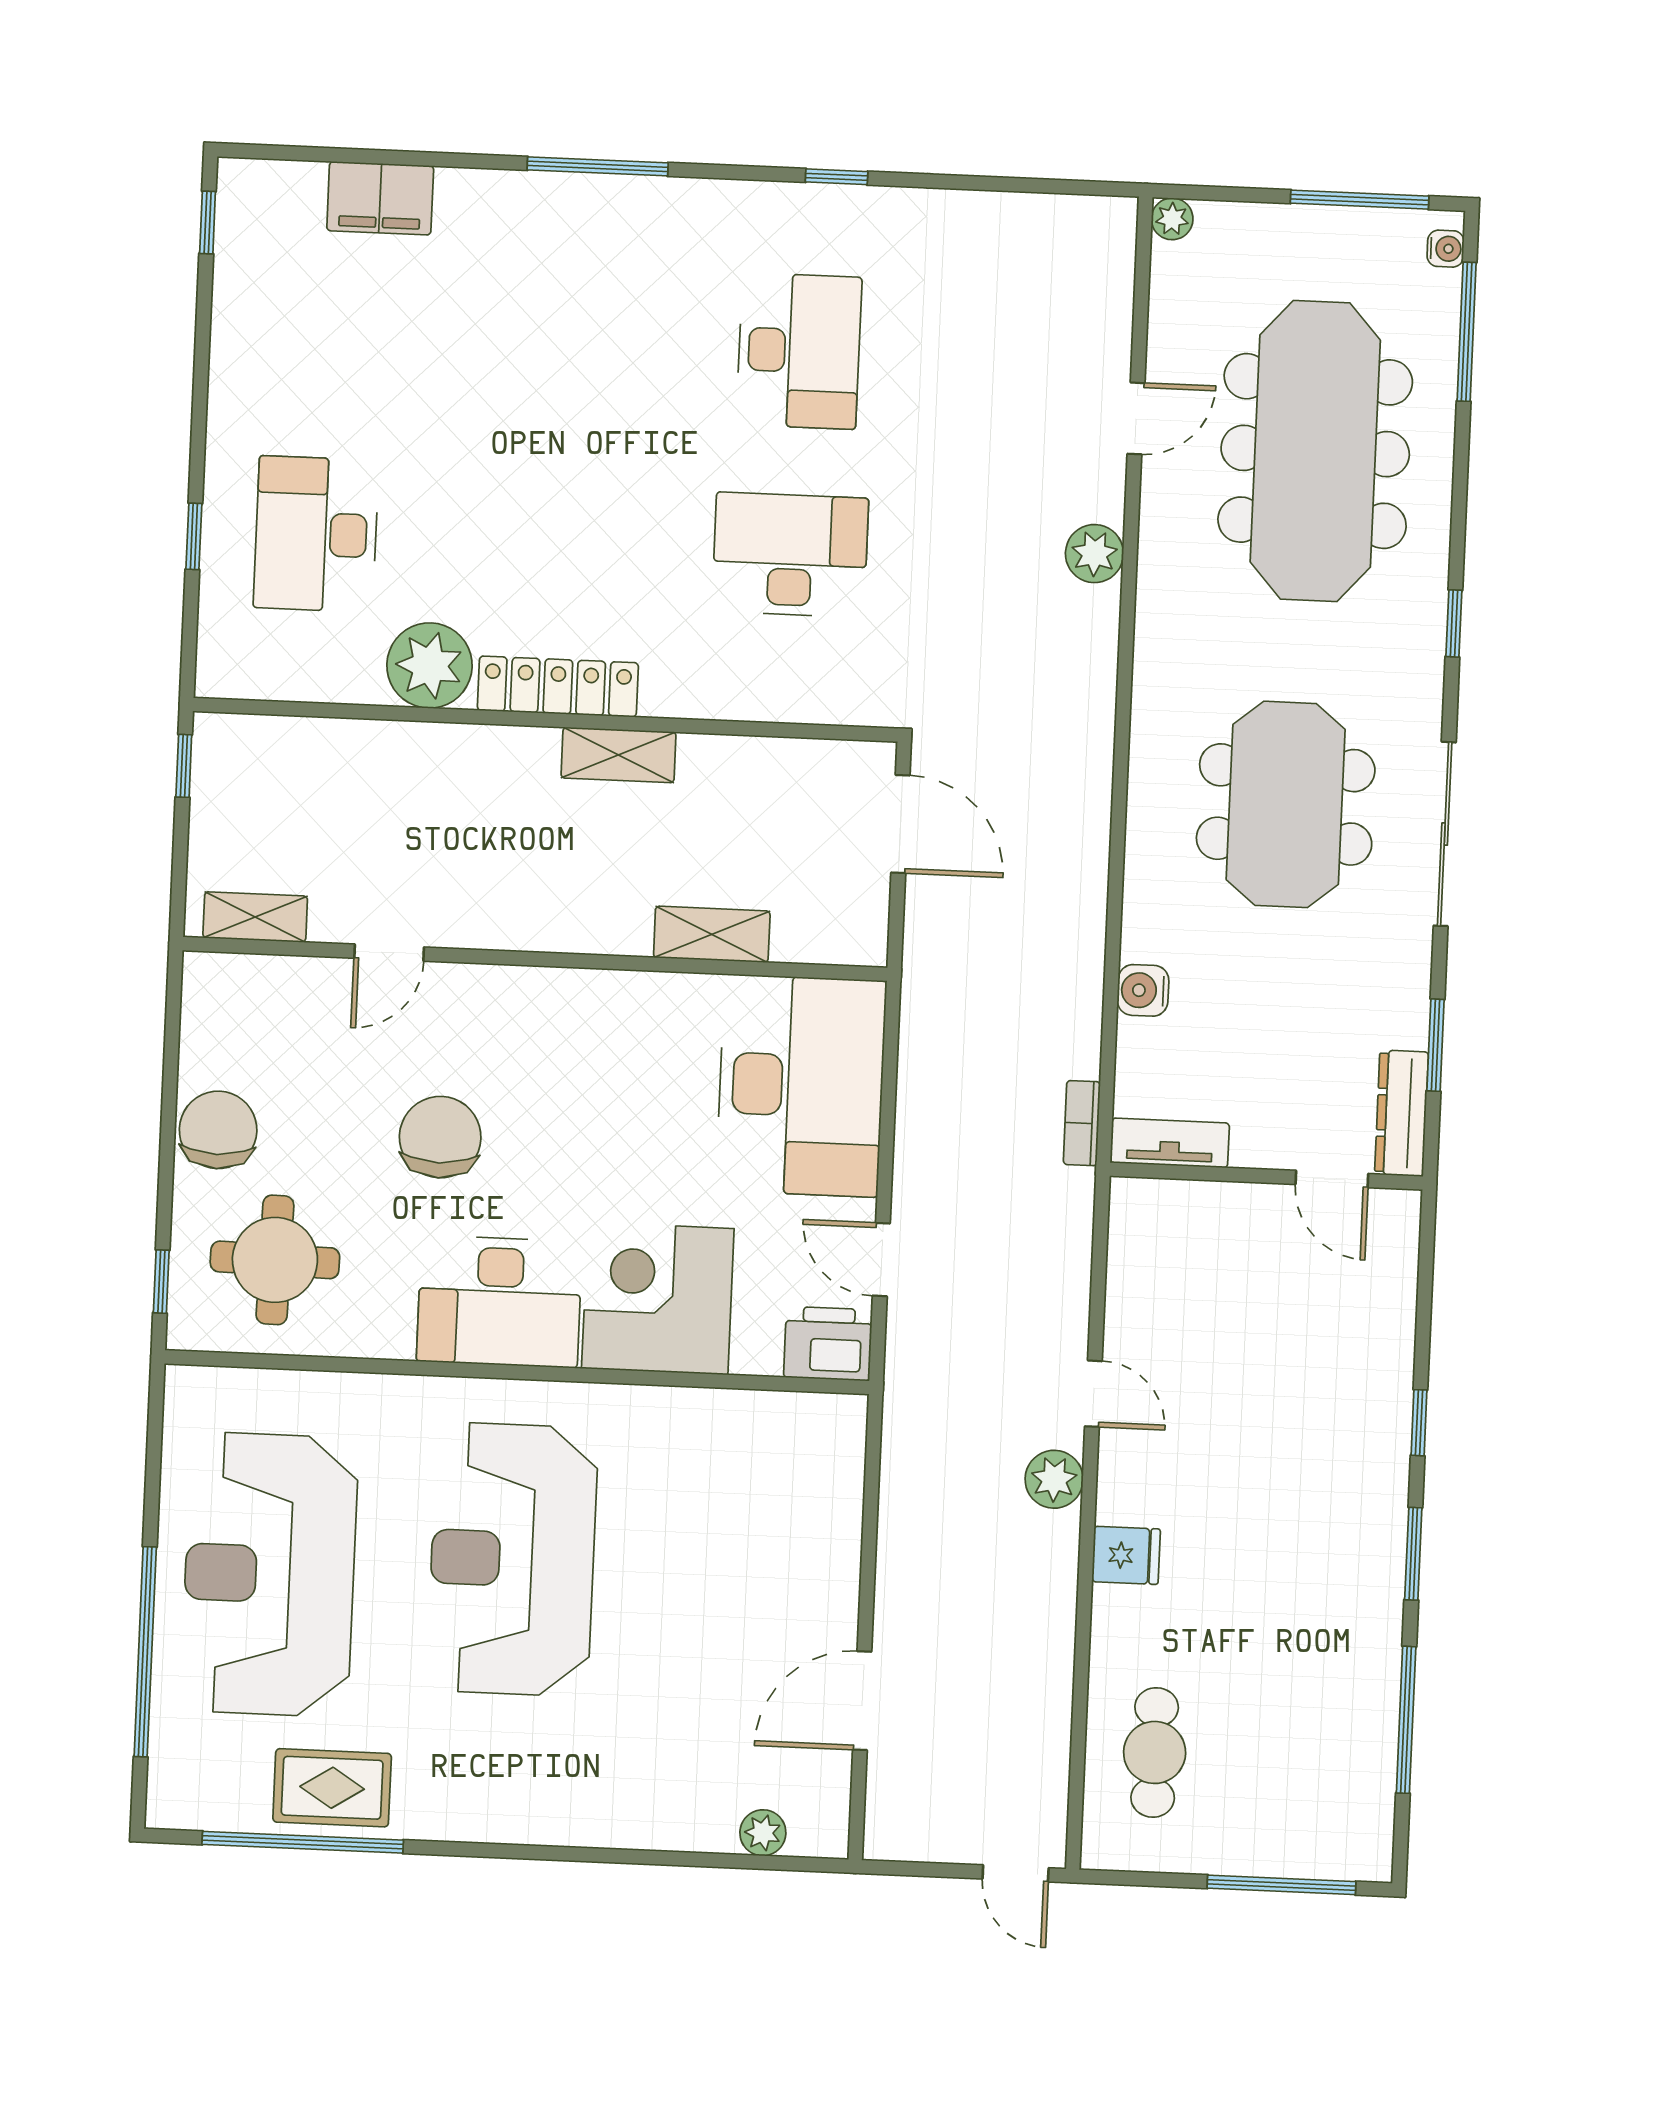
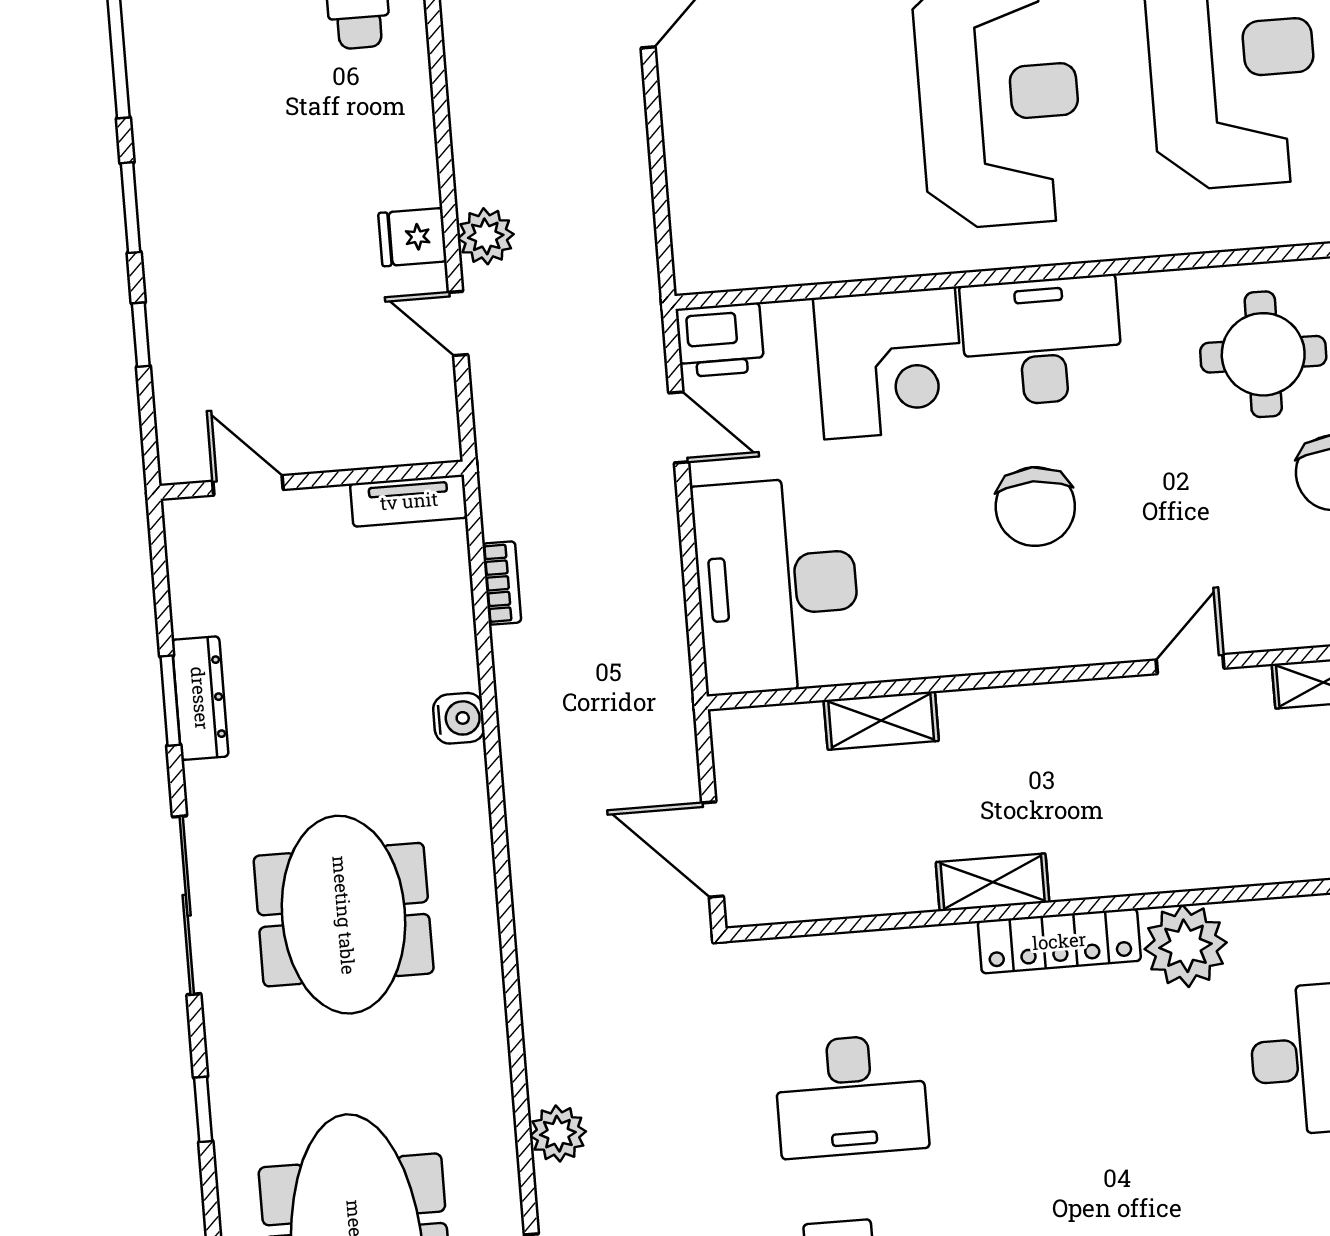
dresser: (1402, 1113) -> (200, 698), moved
chair: (440, 1137) -> (1035, 507), moved
tv unit: (1170, 1143) -> (409, 501), moved
wall: (1266, 1176) -> (312, 480), moved
door: (1332, 1179) -> (248, 485), moved
fridge: (1126, 1555) -> (412, 237), moved

